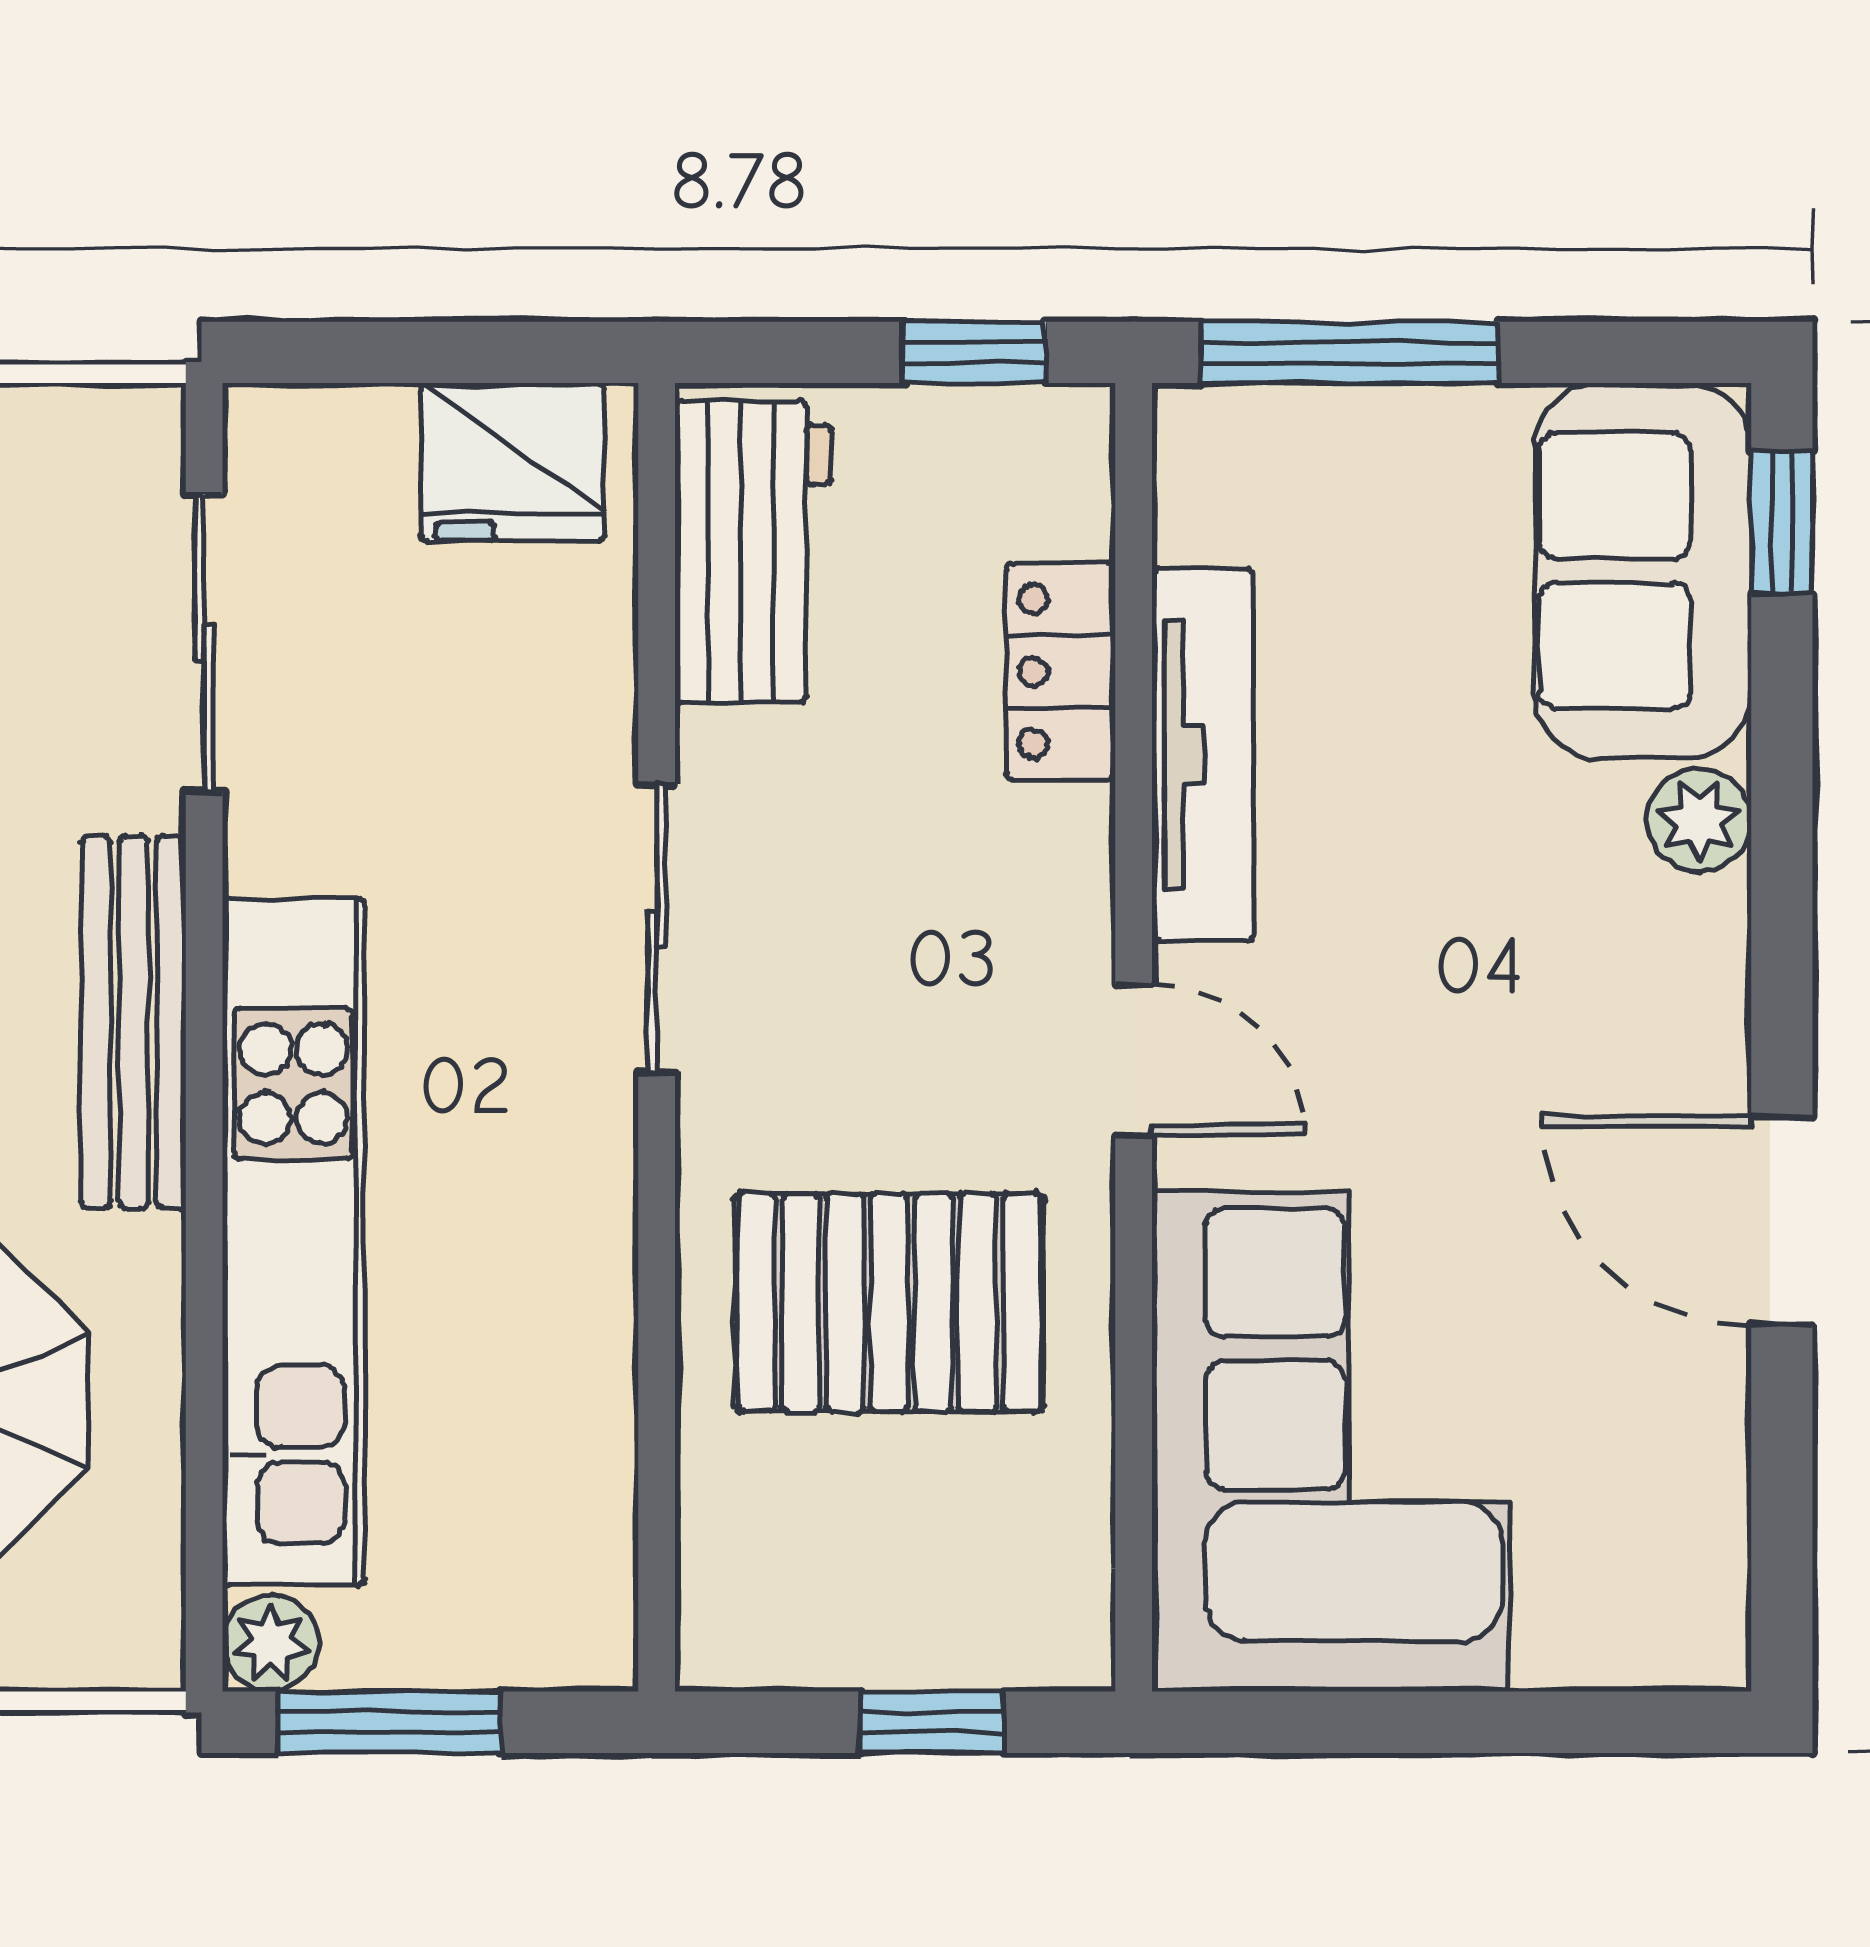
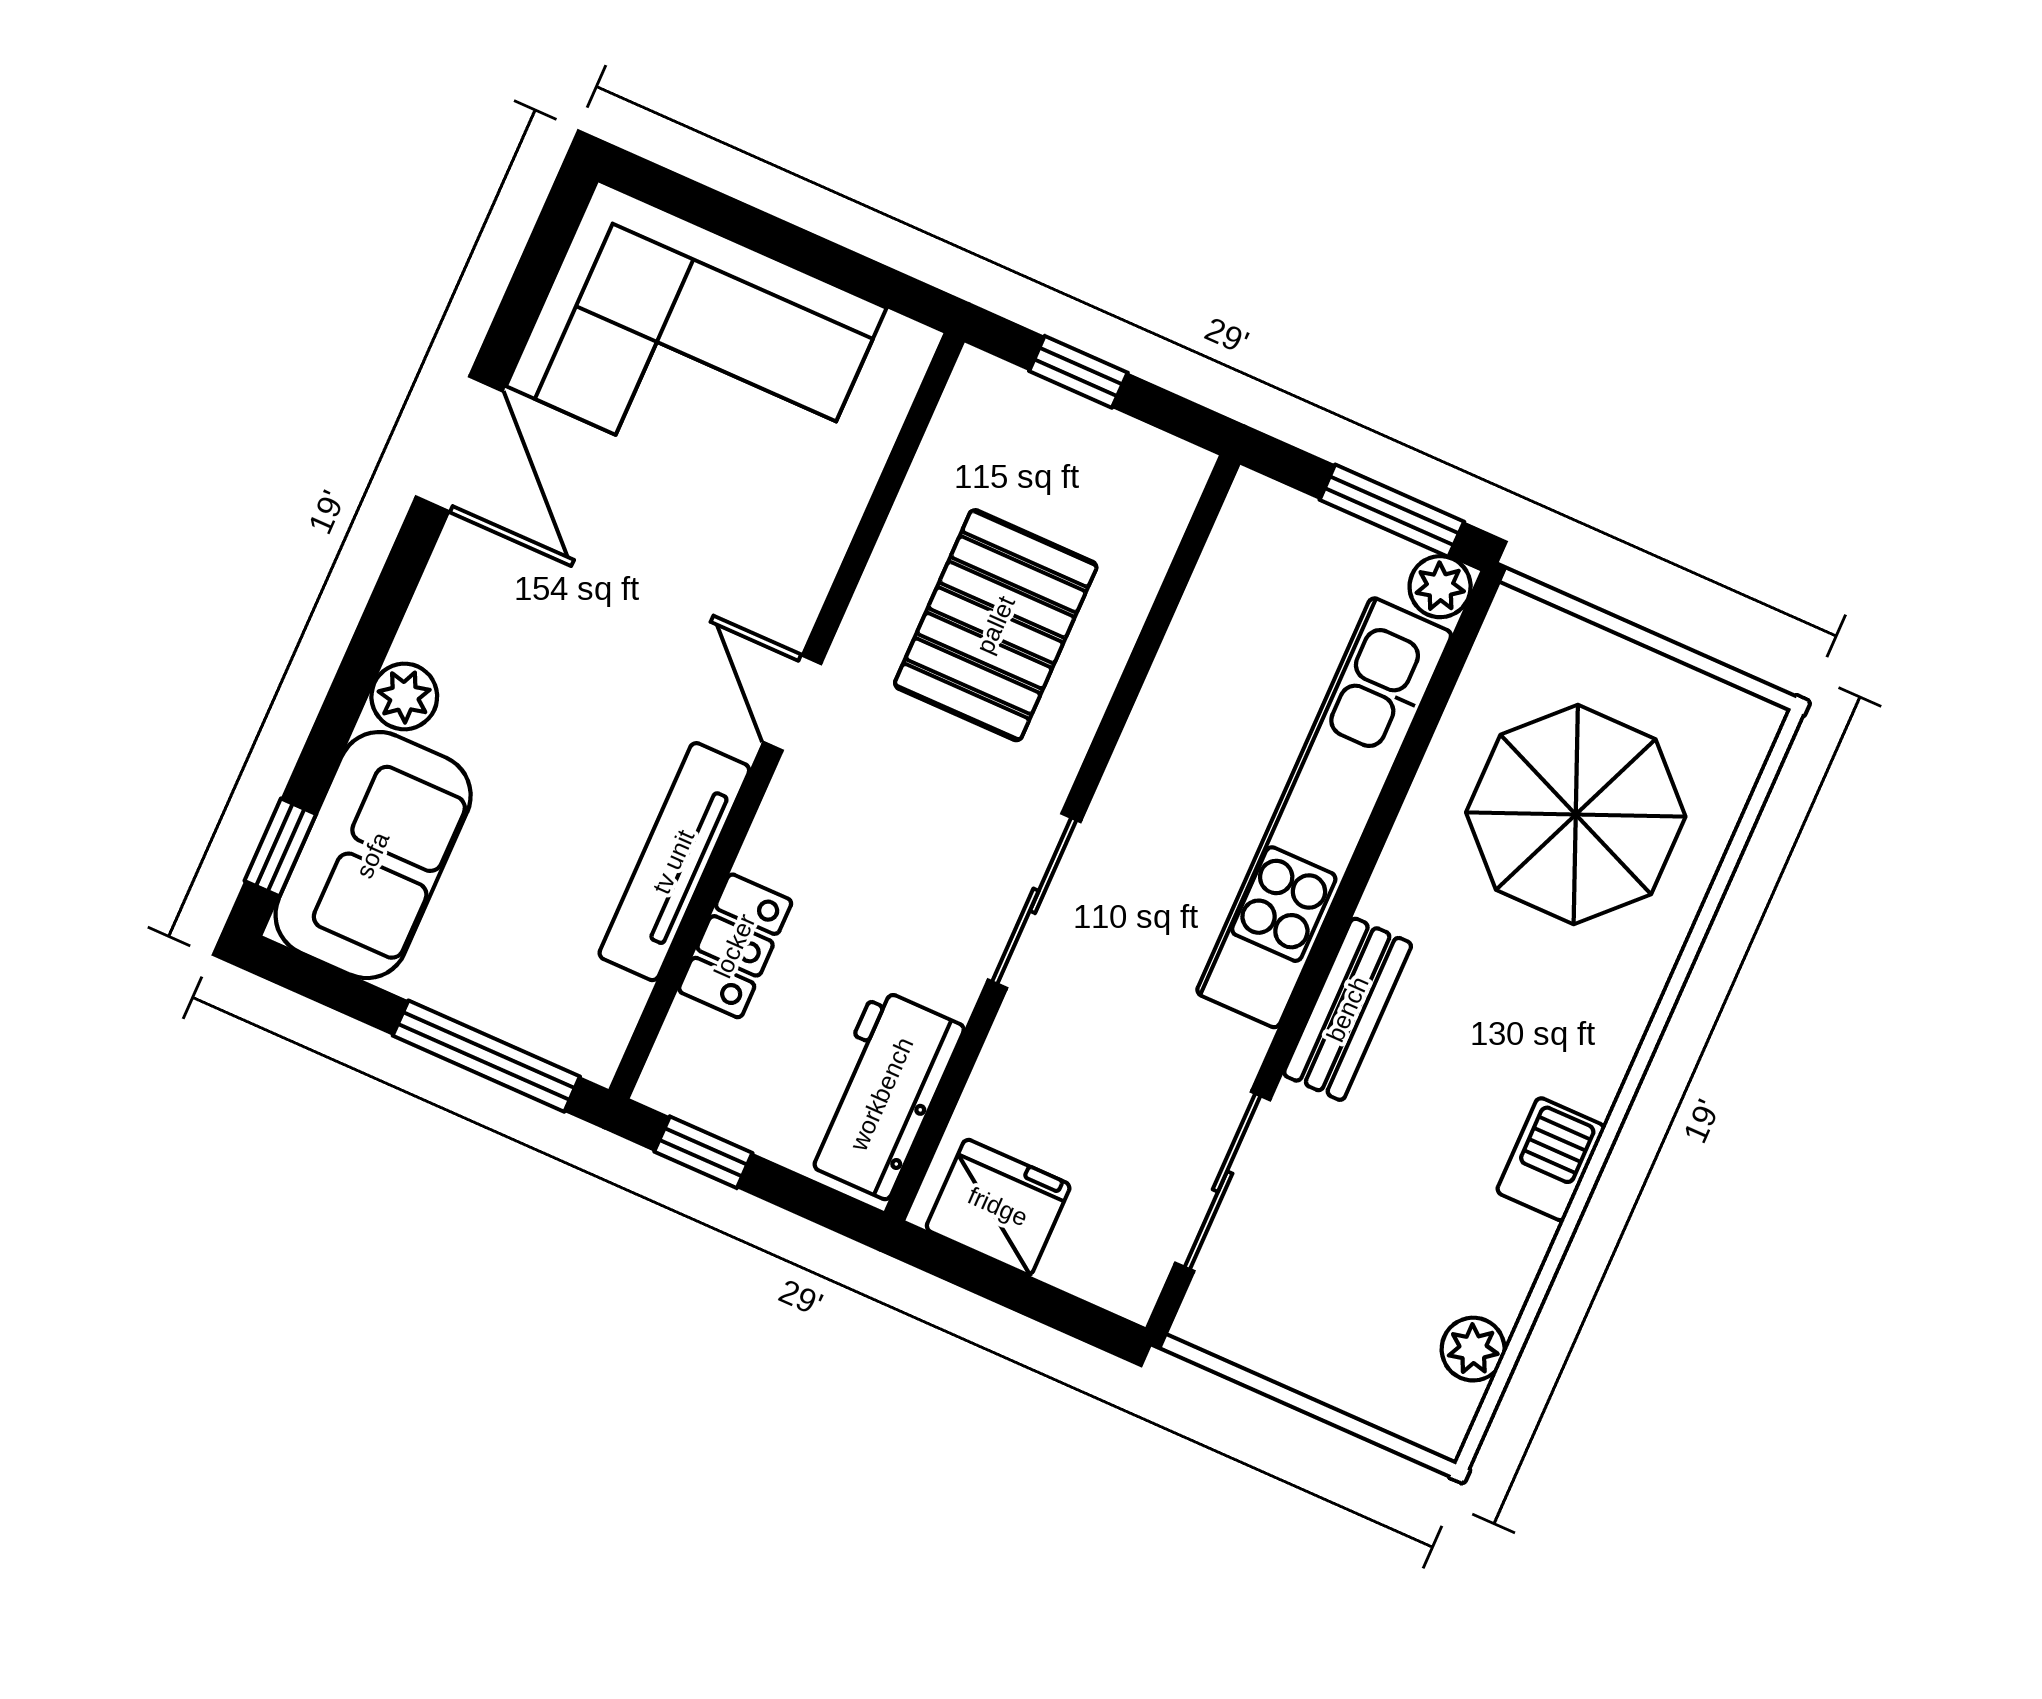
bench: (134, 1022) -> (1348, 1009), width x0.73
pallet: (889, 1303) -> (996, 625), turned 90
corner sofa: (1331, 1441) -> (696, 347), moved, turned -90

